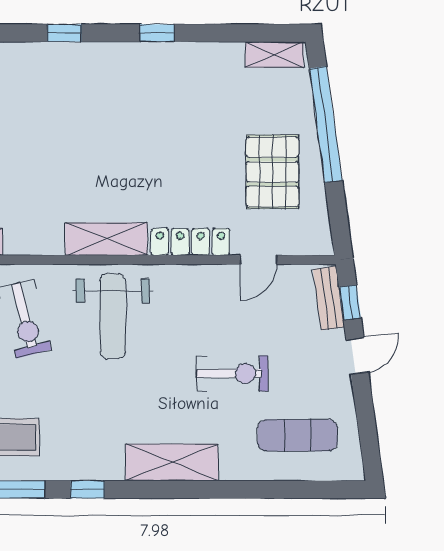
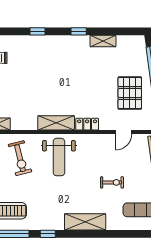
shelving: (274, 55) -> (103, 41), moved
locker: (190, 242) -> (87, 124), width x0.66
exercise bike: (232, 373) -> (112, 182), width x0.73, depth x0.72

